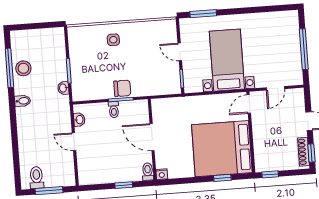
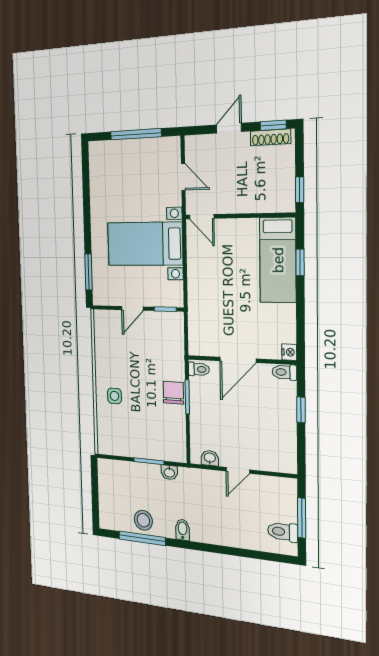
toilet: (114, 110) -> (199, 369), moved
bed: (222, 149) -> (278, 260), width x0.49

